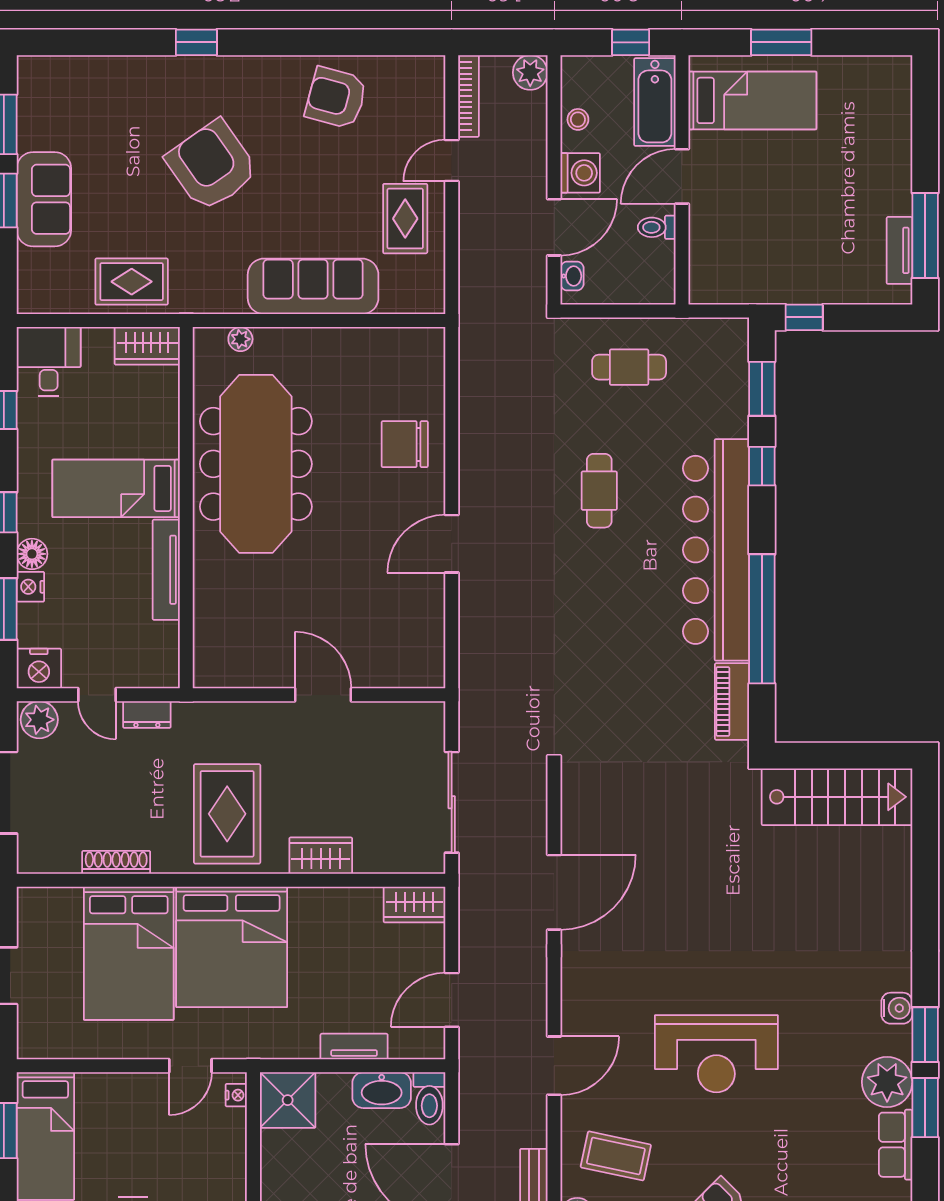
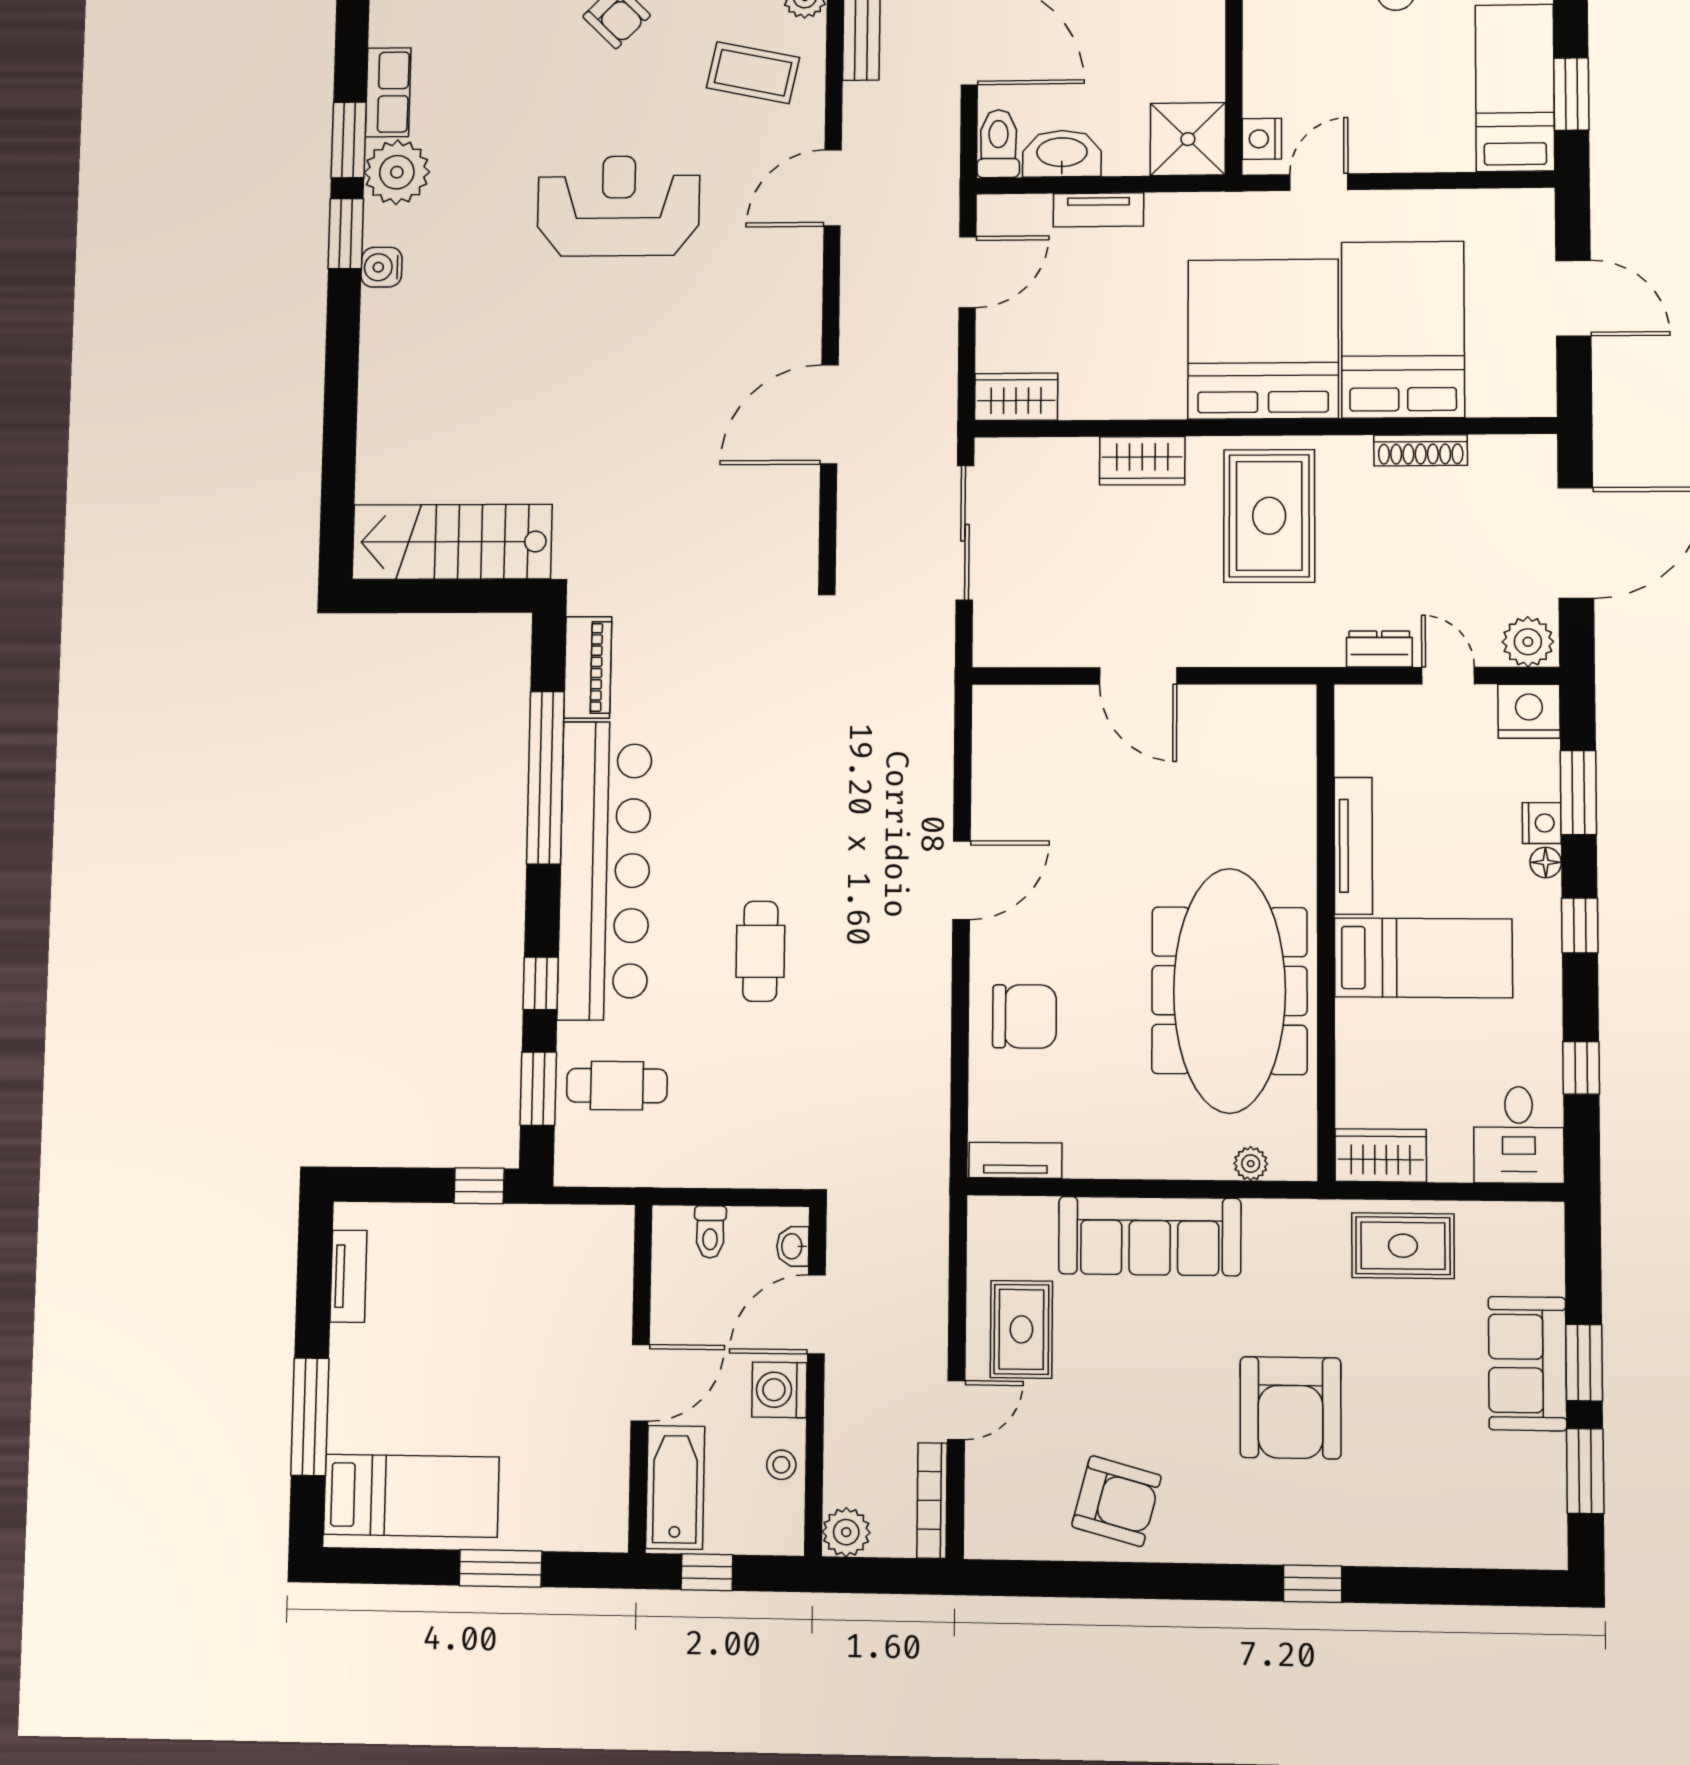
bed: (752, 100) -> (411, 1496), moved, turned 180
armchair: (212, 166) -> (1291, 1408), turned 35
toilet: (657, 227) -> (710, 1232), moved, turned 90
window: (925, 236) -> (310, 1417), moved
tv unit: (410, 340) -> (1015, 1160), added
cafe table: (629, 367) -> (617, 1086), moved
floor lamp: (32, 554) -> (1546, 862), width x0.73, depth x0.73
nightstand: (236, 1095) -> (1262, 139), width x1.39, depth x1.35

